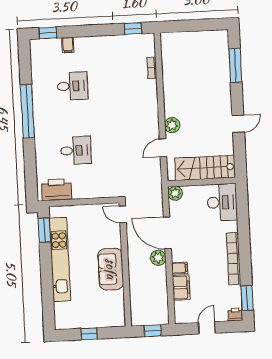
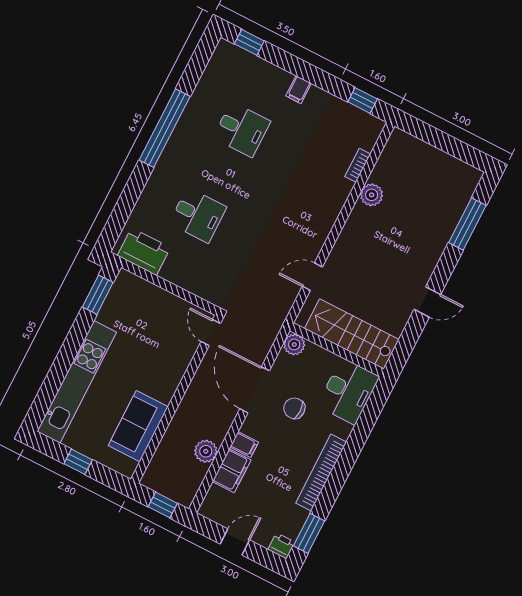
filing cabinet: (68, 45) -> (299, 90), moved
plant: (172, 125) -> (372, 195), moved
chair: (197, 230) -> (294, 408), added
plant: (158, 258) -> (206, 451), moved
kitchen unit: (60, 259) -> (77, 382), moved
sofa: (111, 269) -> (138, 426), moved

